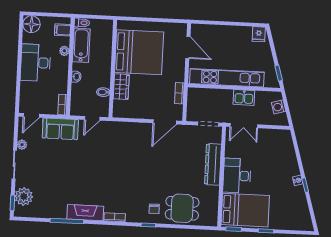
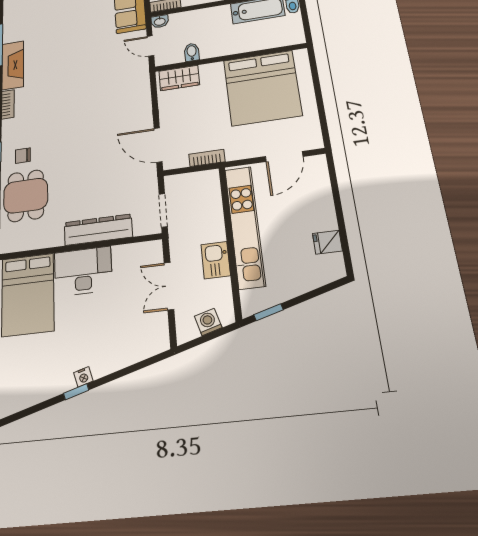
fridge: (259, 34) -> (327, 242), moved
washbasin: (76, 77) -> (160, 21), moved
wardrobe: (121, 87) -> (179, 78), moved
double door: (244, 126) -> (169, 286), moved

